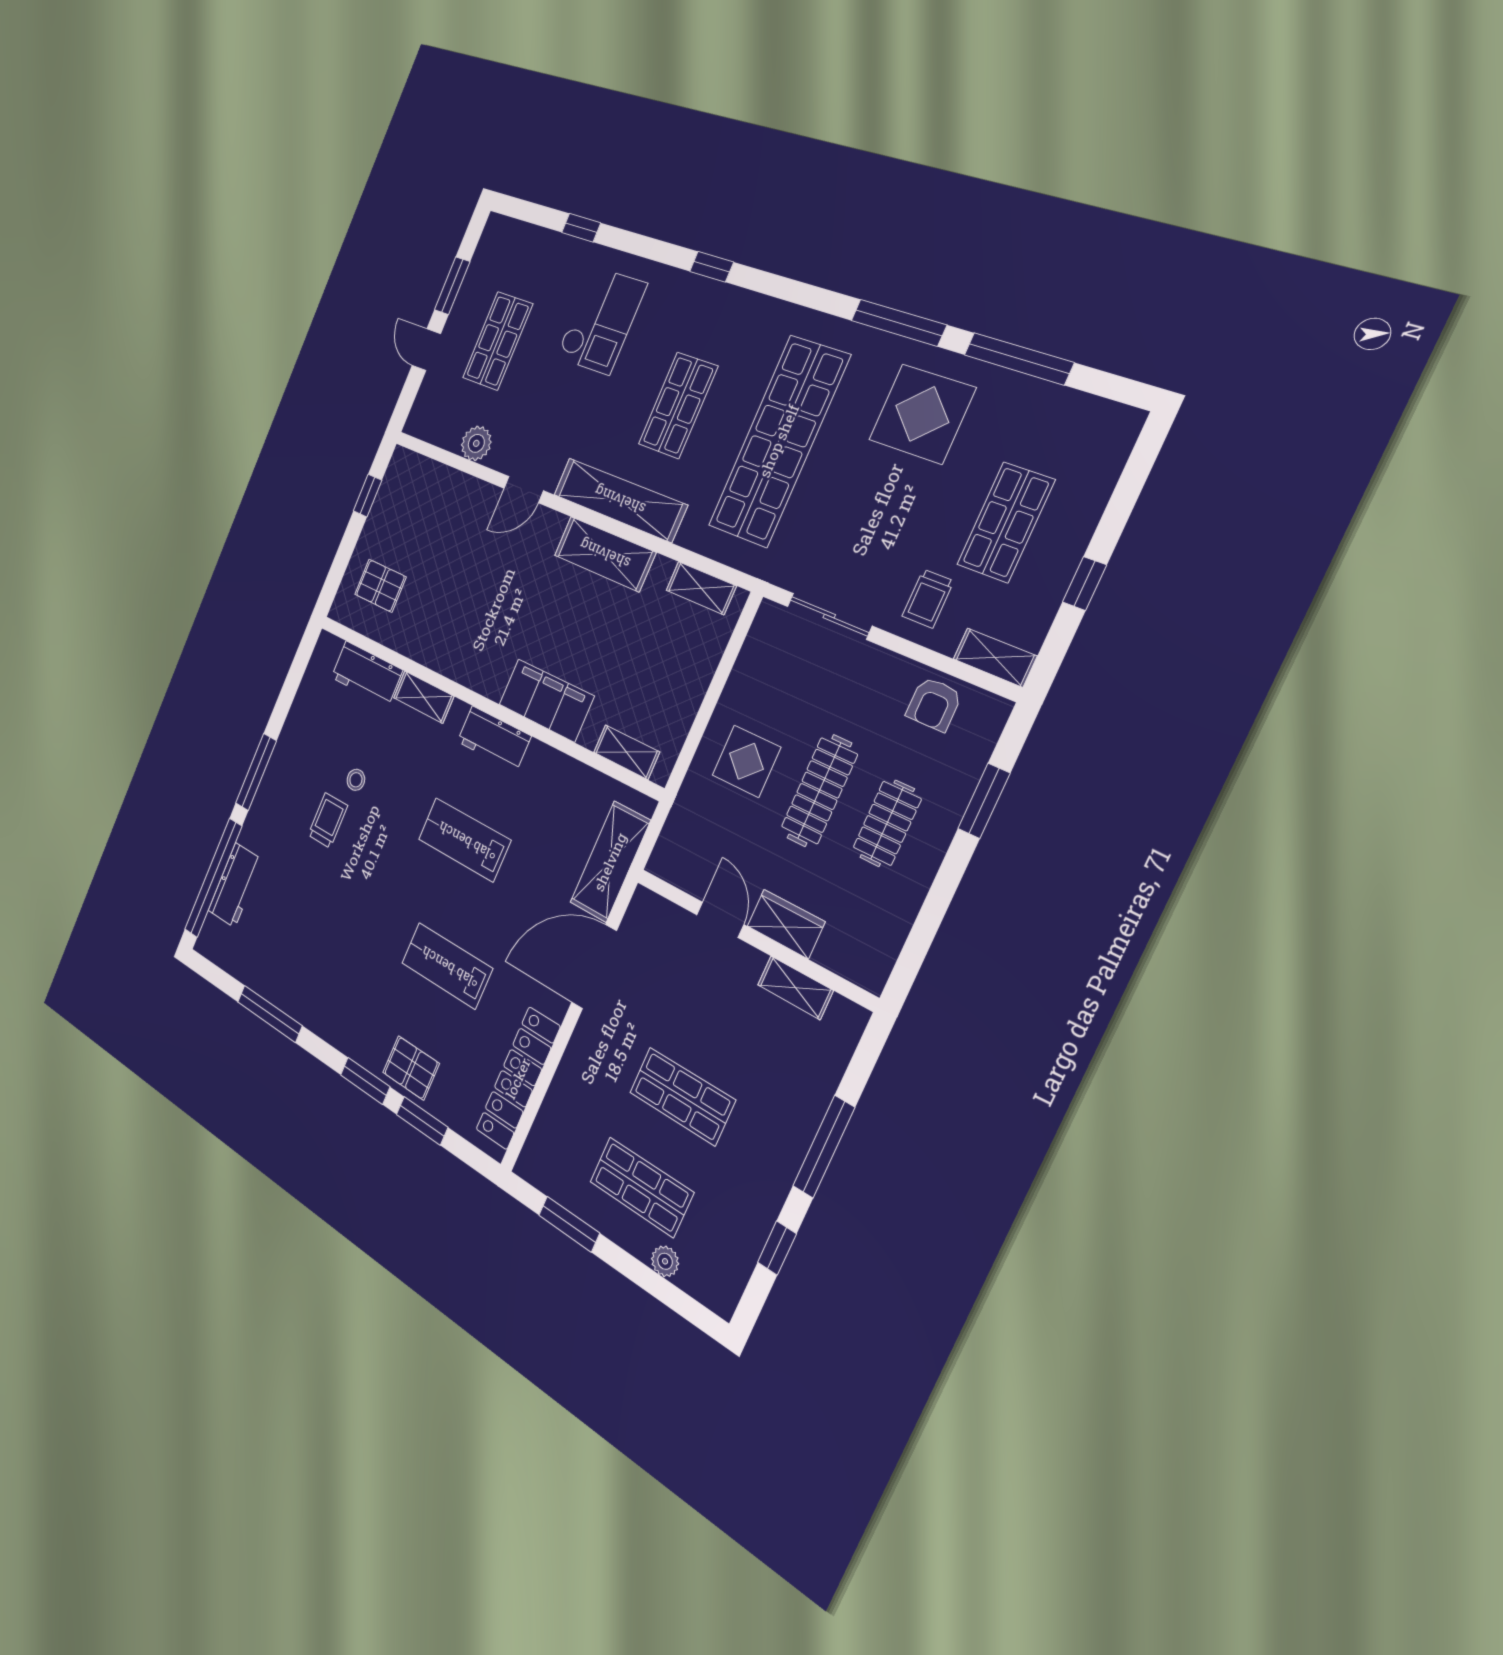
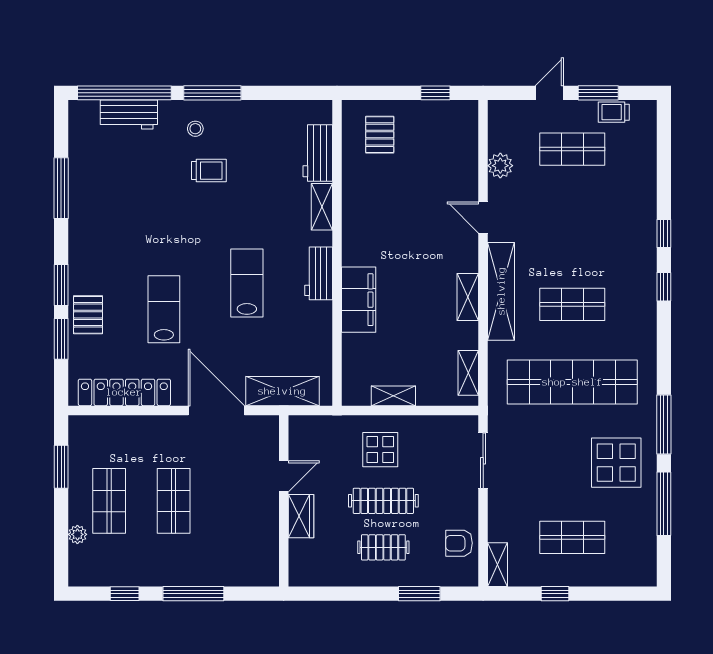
window: (581, 228) -> (664, 233), moved
checkout: (601, 321) -> (608, 223), removed
shelving: (605, 554) -> (468, 297), width x0.67, depth x0.75
trolley: (928, 599) -> (614, 112), moved
shelving: (626, 752) -> (393, 396), moved, turned 90
stool: (356, 780) -> (195, 129), moved
shelving: (795, 988) -> (269, 538), removed

